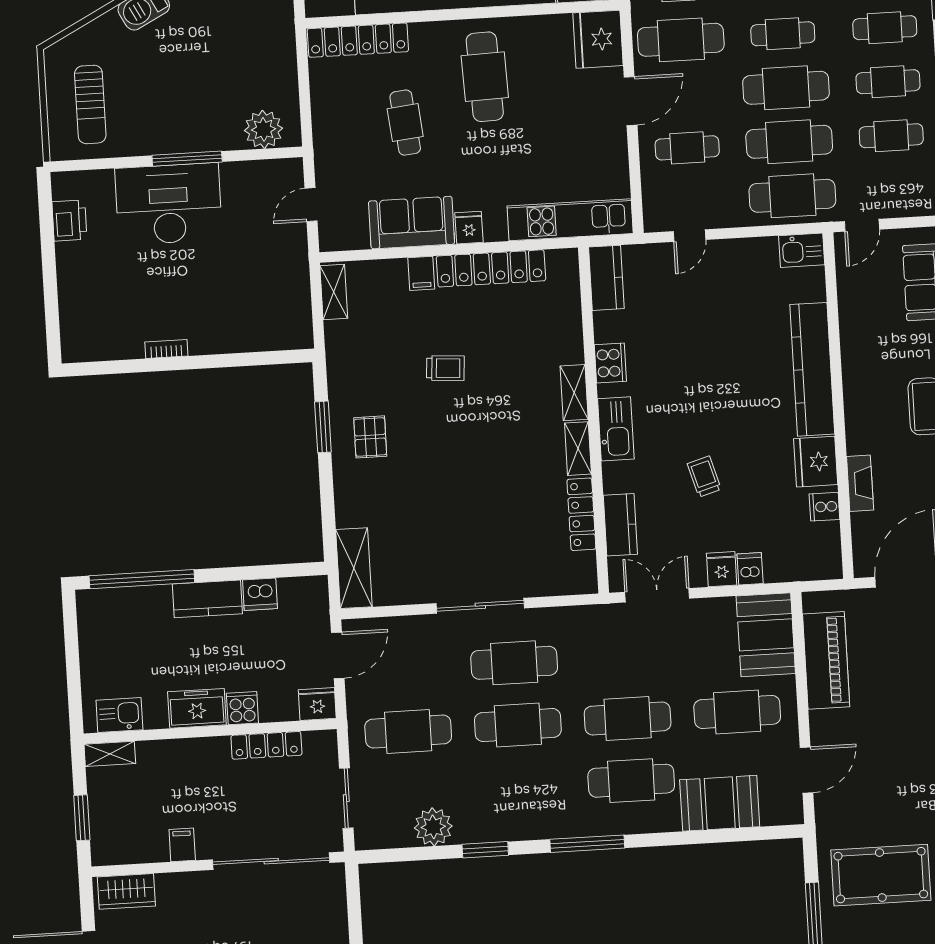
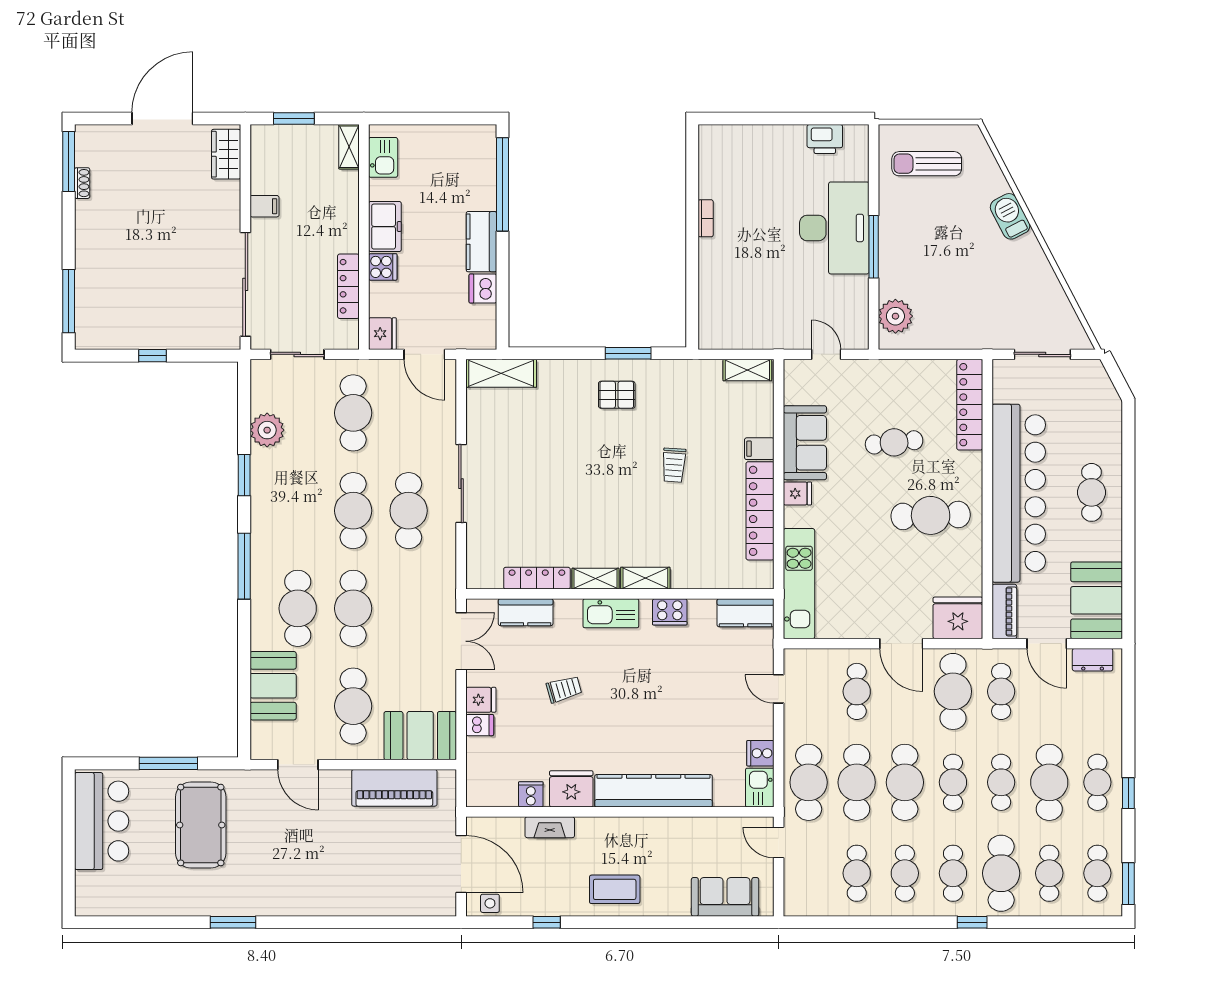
cooker: (763, 252) -> (760, 753), added

